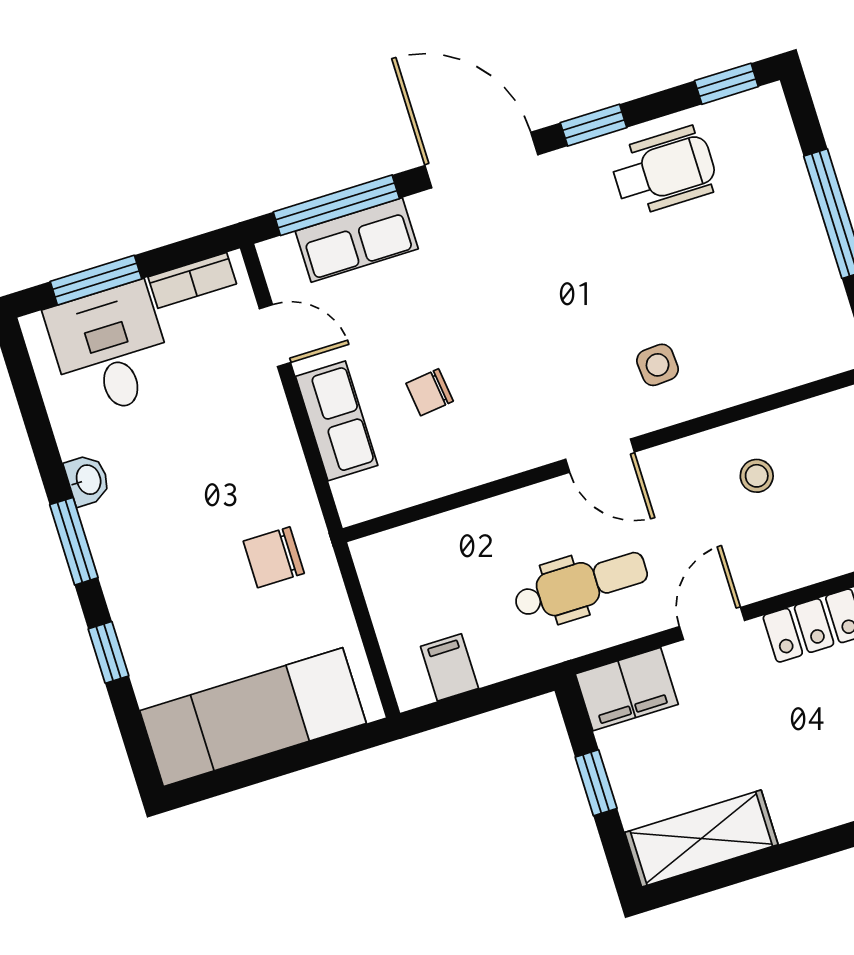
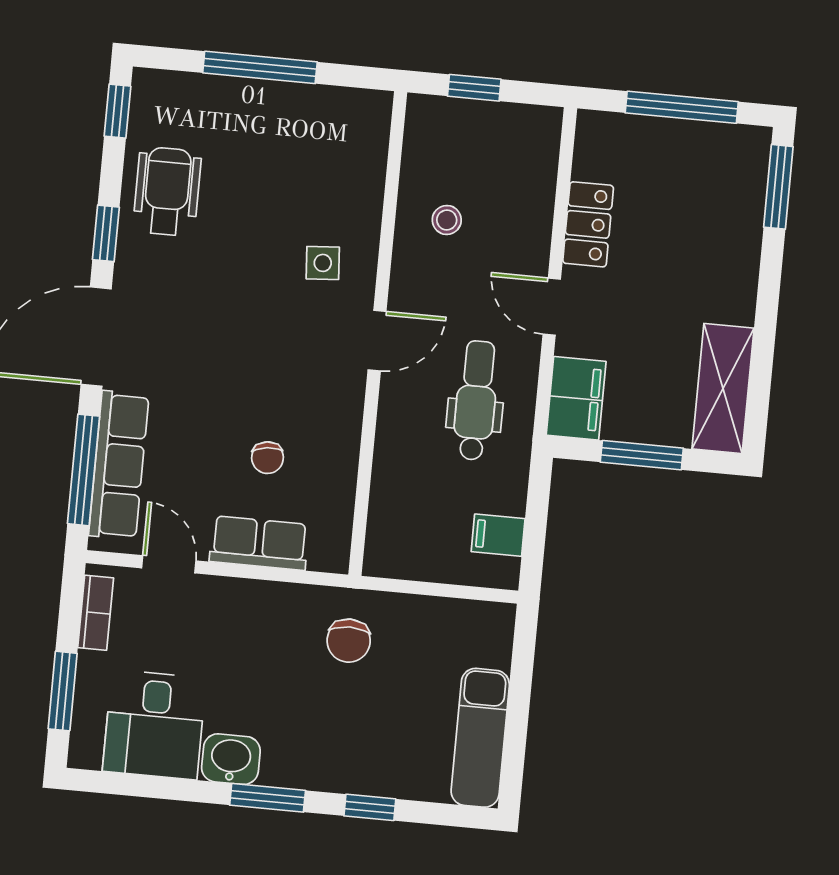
row of seats: (357, 240) -> (119, 465), width x1.48
door: (275, 336) -> (169, 564), hinge flipped
desk: (110, 350) -> (154, 725), moved, turned -90
washbasin: (88, 480) -> (231, 759), width x1.38, depth x1.45
exam couch: (253, 717) -> (480, 738), width x0.73, depth x0.69
window: (596, 783) -> (642, 455), width x1.50

